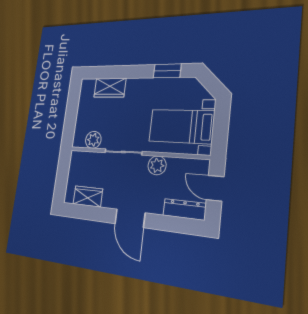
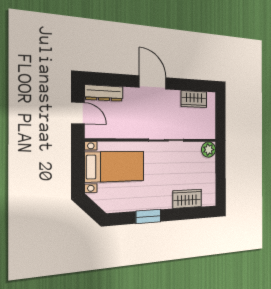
window: (167, 71) -> (148, 216), moved
plant: (93, 140) -> (209, 150), moved
plant: (157, 165) -> (133, 130), removed

